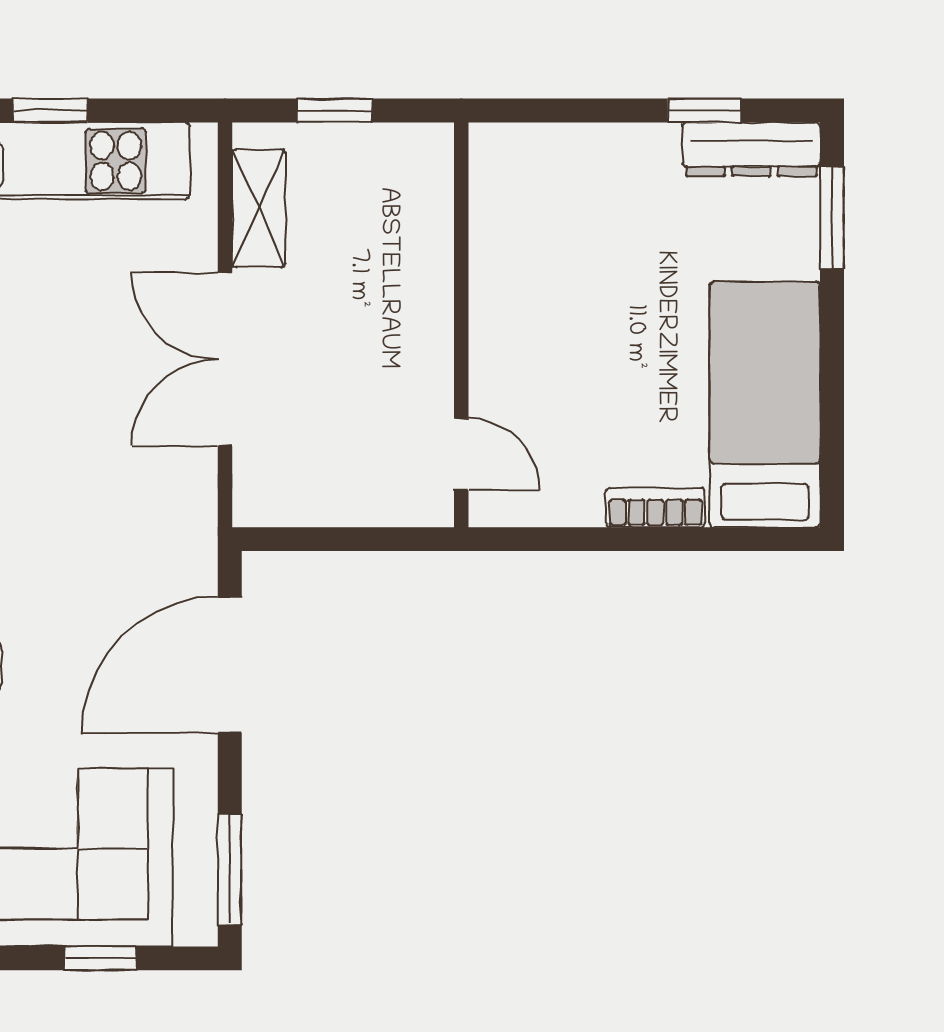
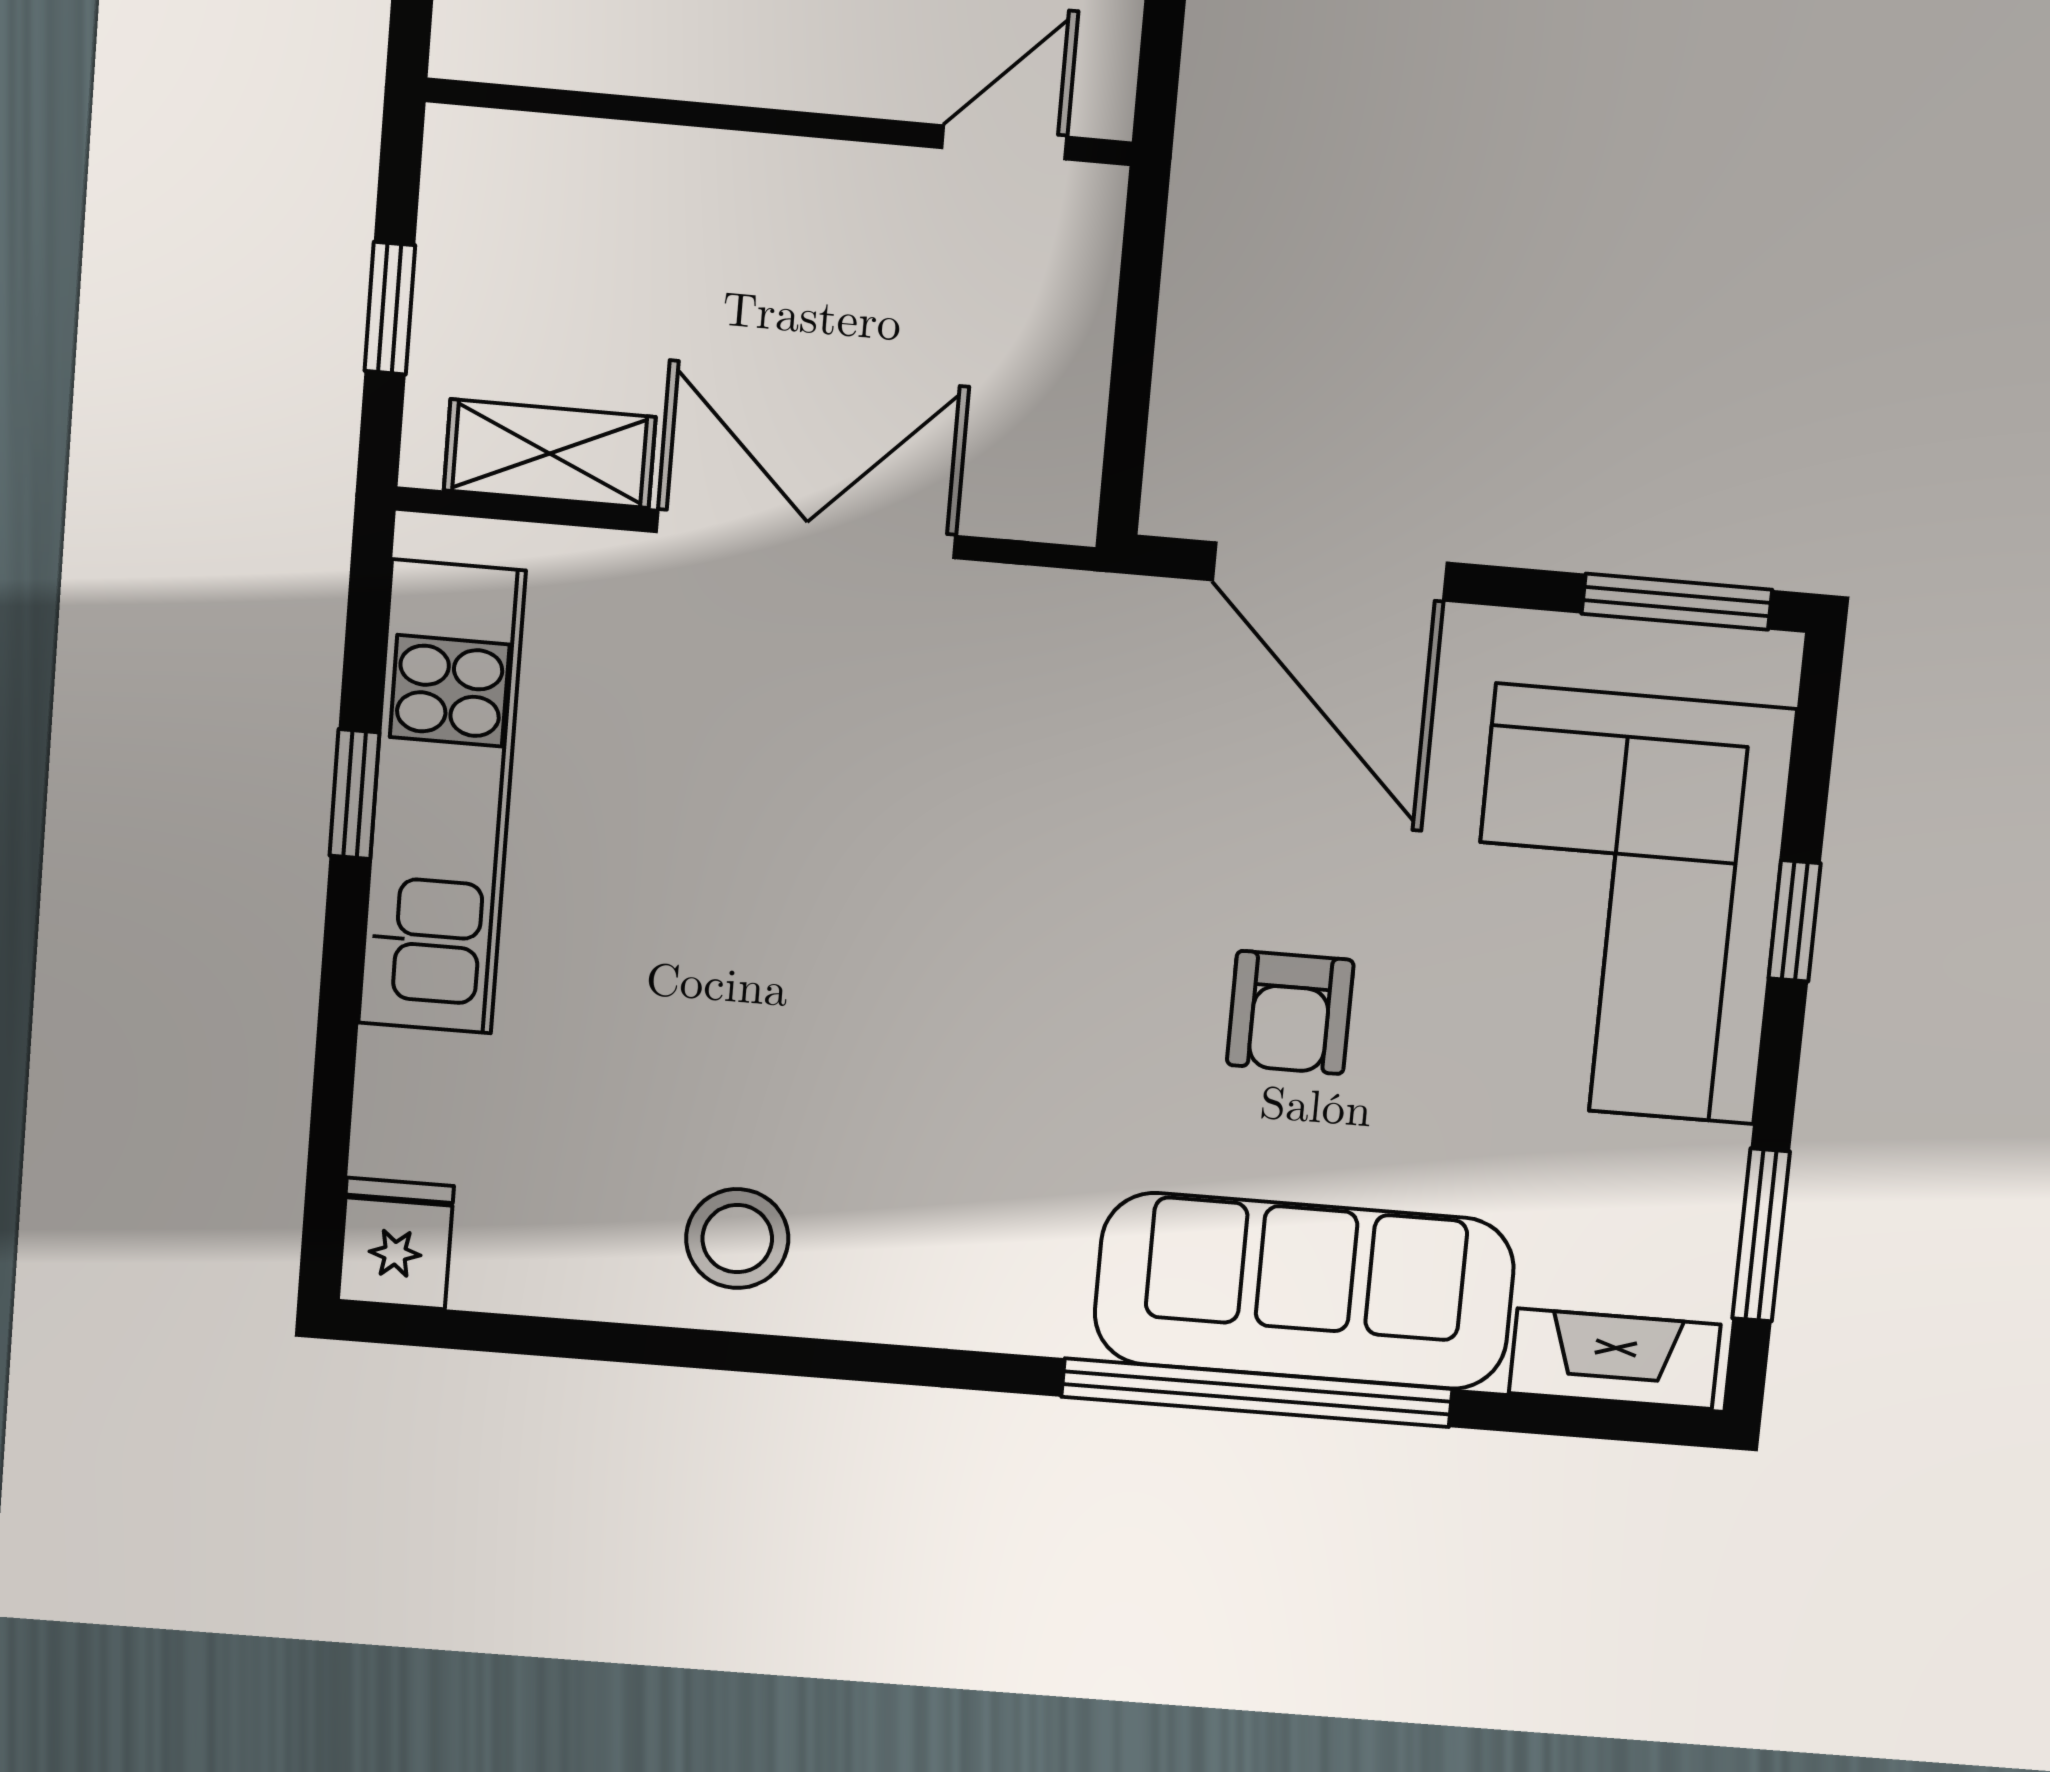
double door: (225, 359) -> (806, 534), swing flipped
window: (100, 958) -> (1795, 921), moved

